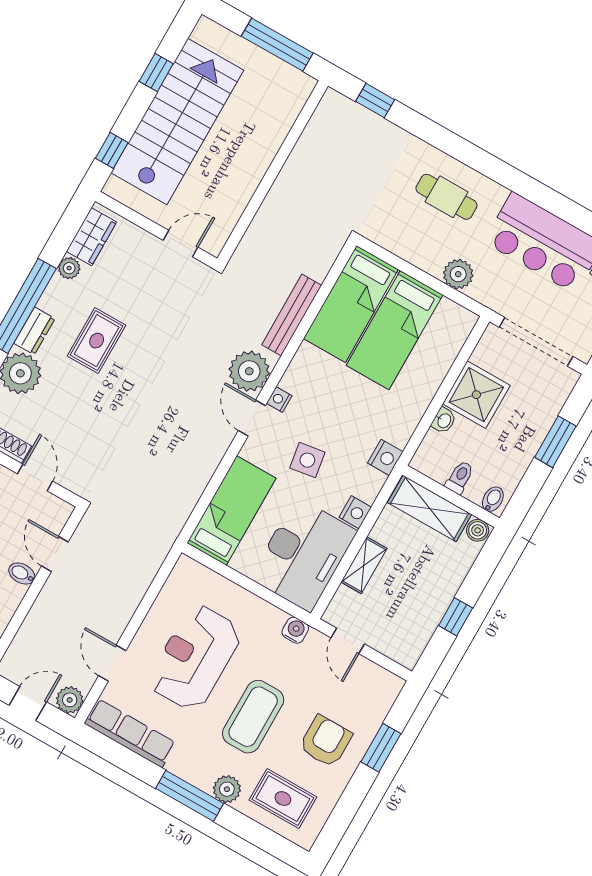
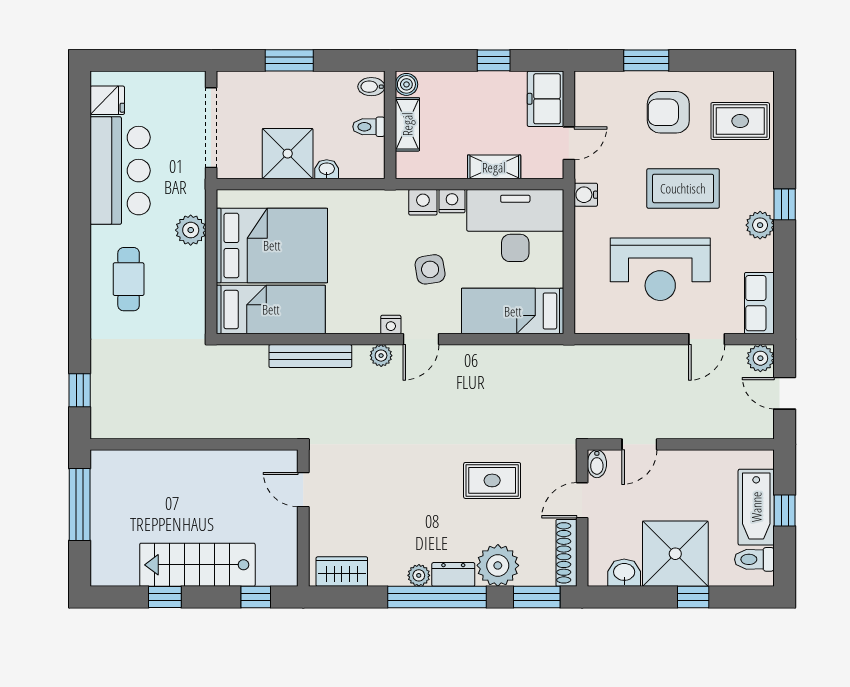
stairs: (177, 122) -> (197, 565), width x0.73, depth x0.66
plant: (69, 268) -> (419, 575), moved
bed: (395, 330) -> (272, 245), width x1.50
rug: (97, 341) -> (492, 480), moved
plant: (249, 371) -> (381, 356), width x0.53, depth x0.53
nightstand: (385, 457) -> (423, 202), moved
shelving: (430, 508) -> (407, 124), width x0.67, depth x0.75
bidet: (22, 574) -> (597, 464), moved
freezer: (397, 643) -> (546, 99), added
row of seats: (130, 733) -> (759, 303), width x0.68
plant: (227, 789) -> (760, 225), moved
window: (190, 796) -> (785, 204), width x0.46
rug: (283, 799) -> (740, 121), turned 90

